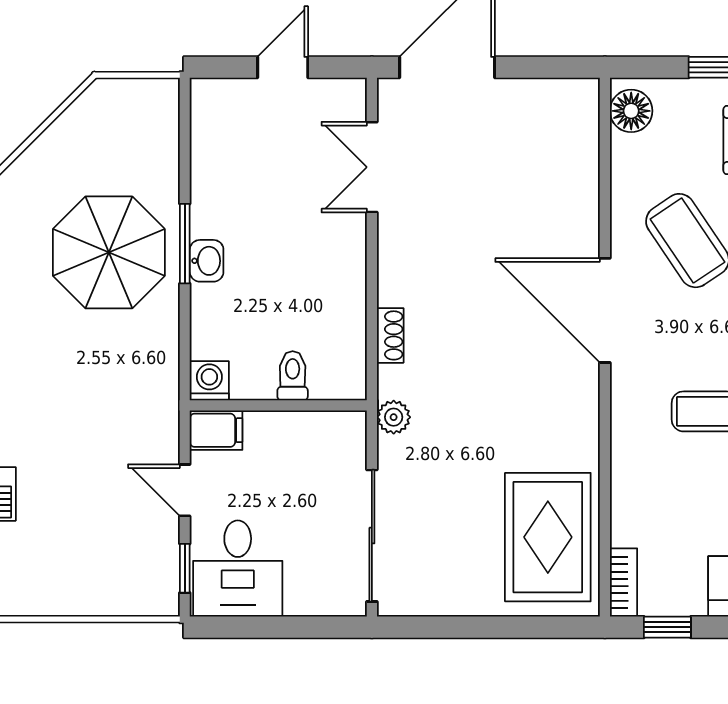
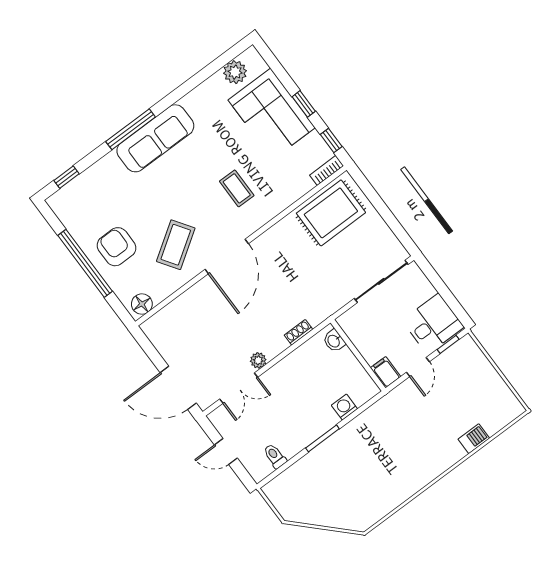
parasol: (109, 252) -> (348, 465), removed
washbasin: (207, 261) -> (334, 341), moved, turned -90
toilet: (293, 376) -> (275, 456), moved, turned 90
washing machine: (209, 381) -> (344, 407), moved, turned 90
plant: (394, 417) -> (258, 360), moved

